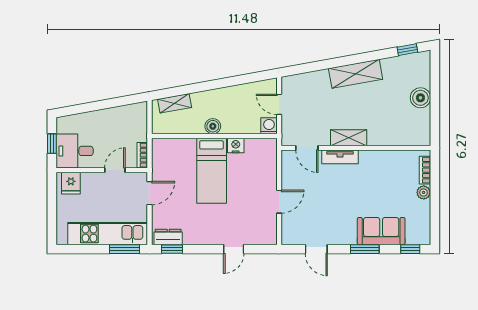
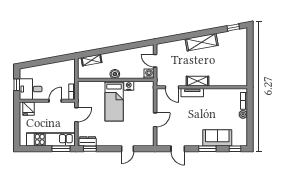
boiler: (420, 98) -> (241, 57), removed

